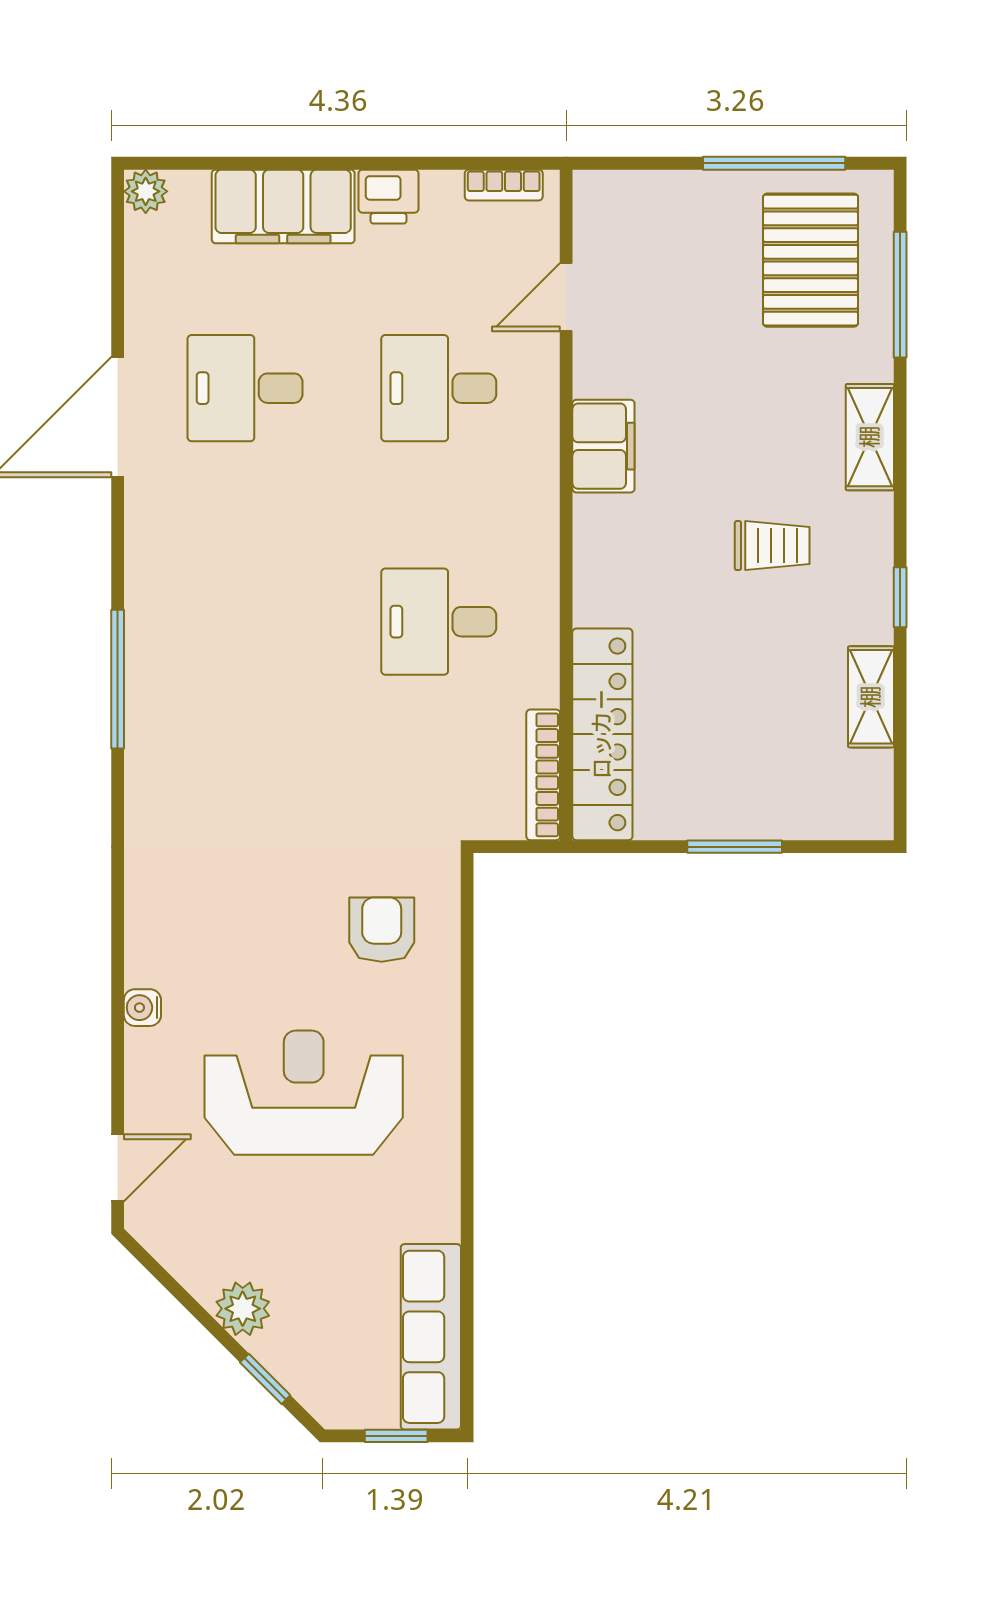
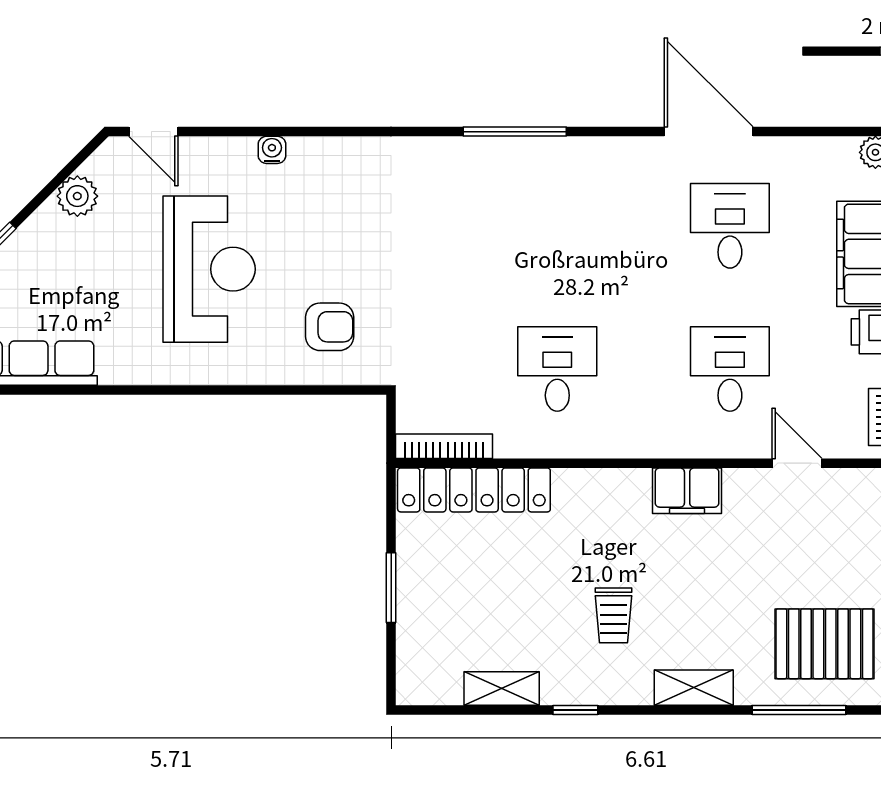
plant: (243, 1309) -> (77, 196), moved

